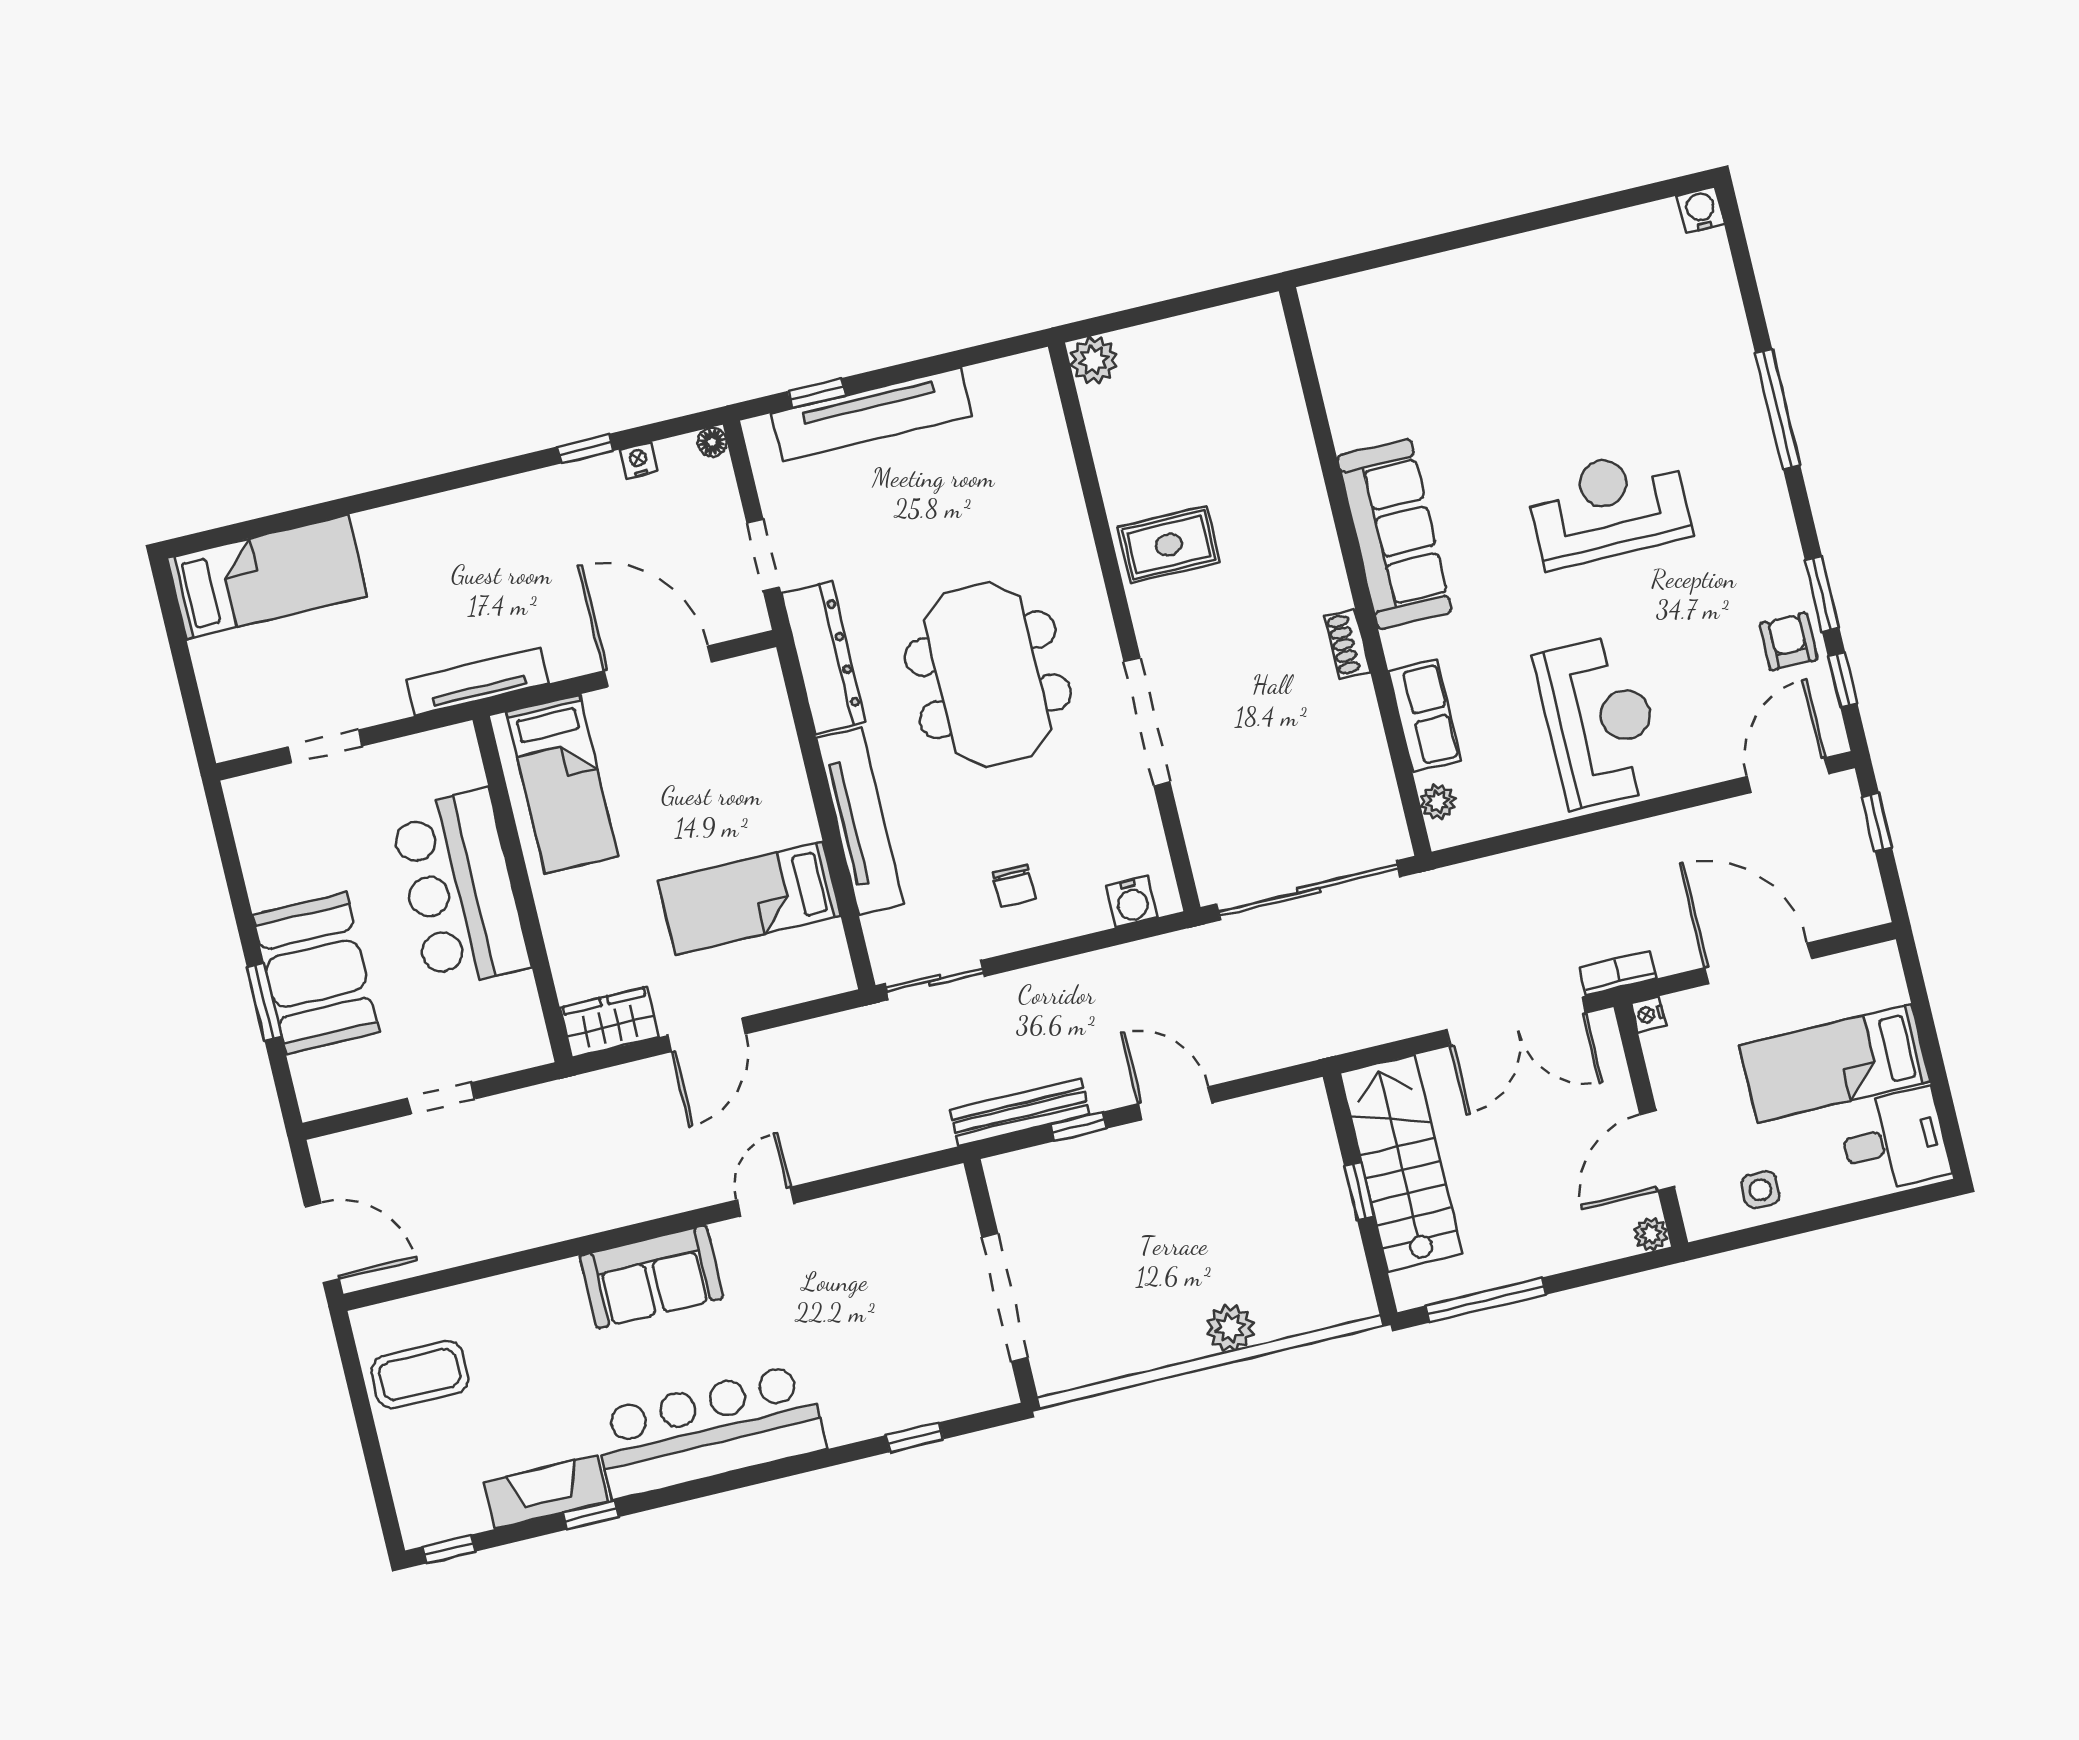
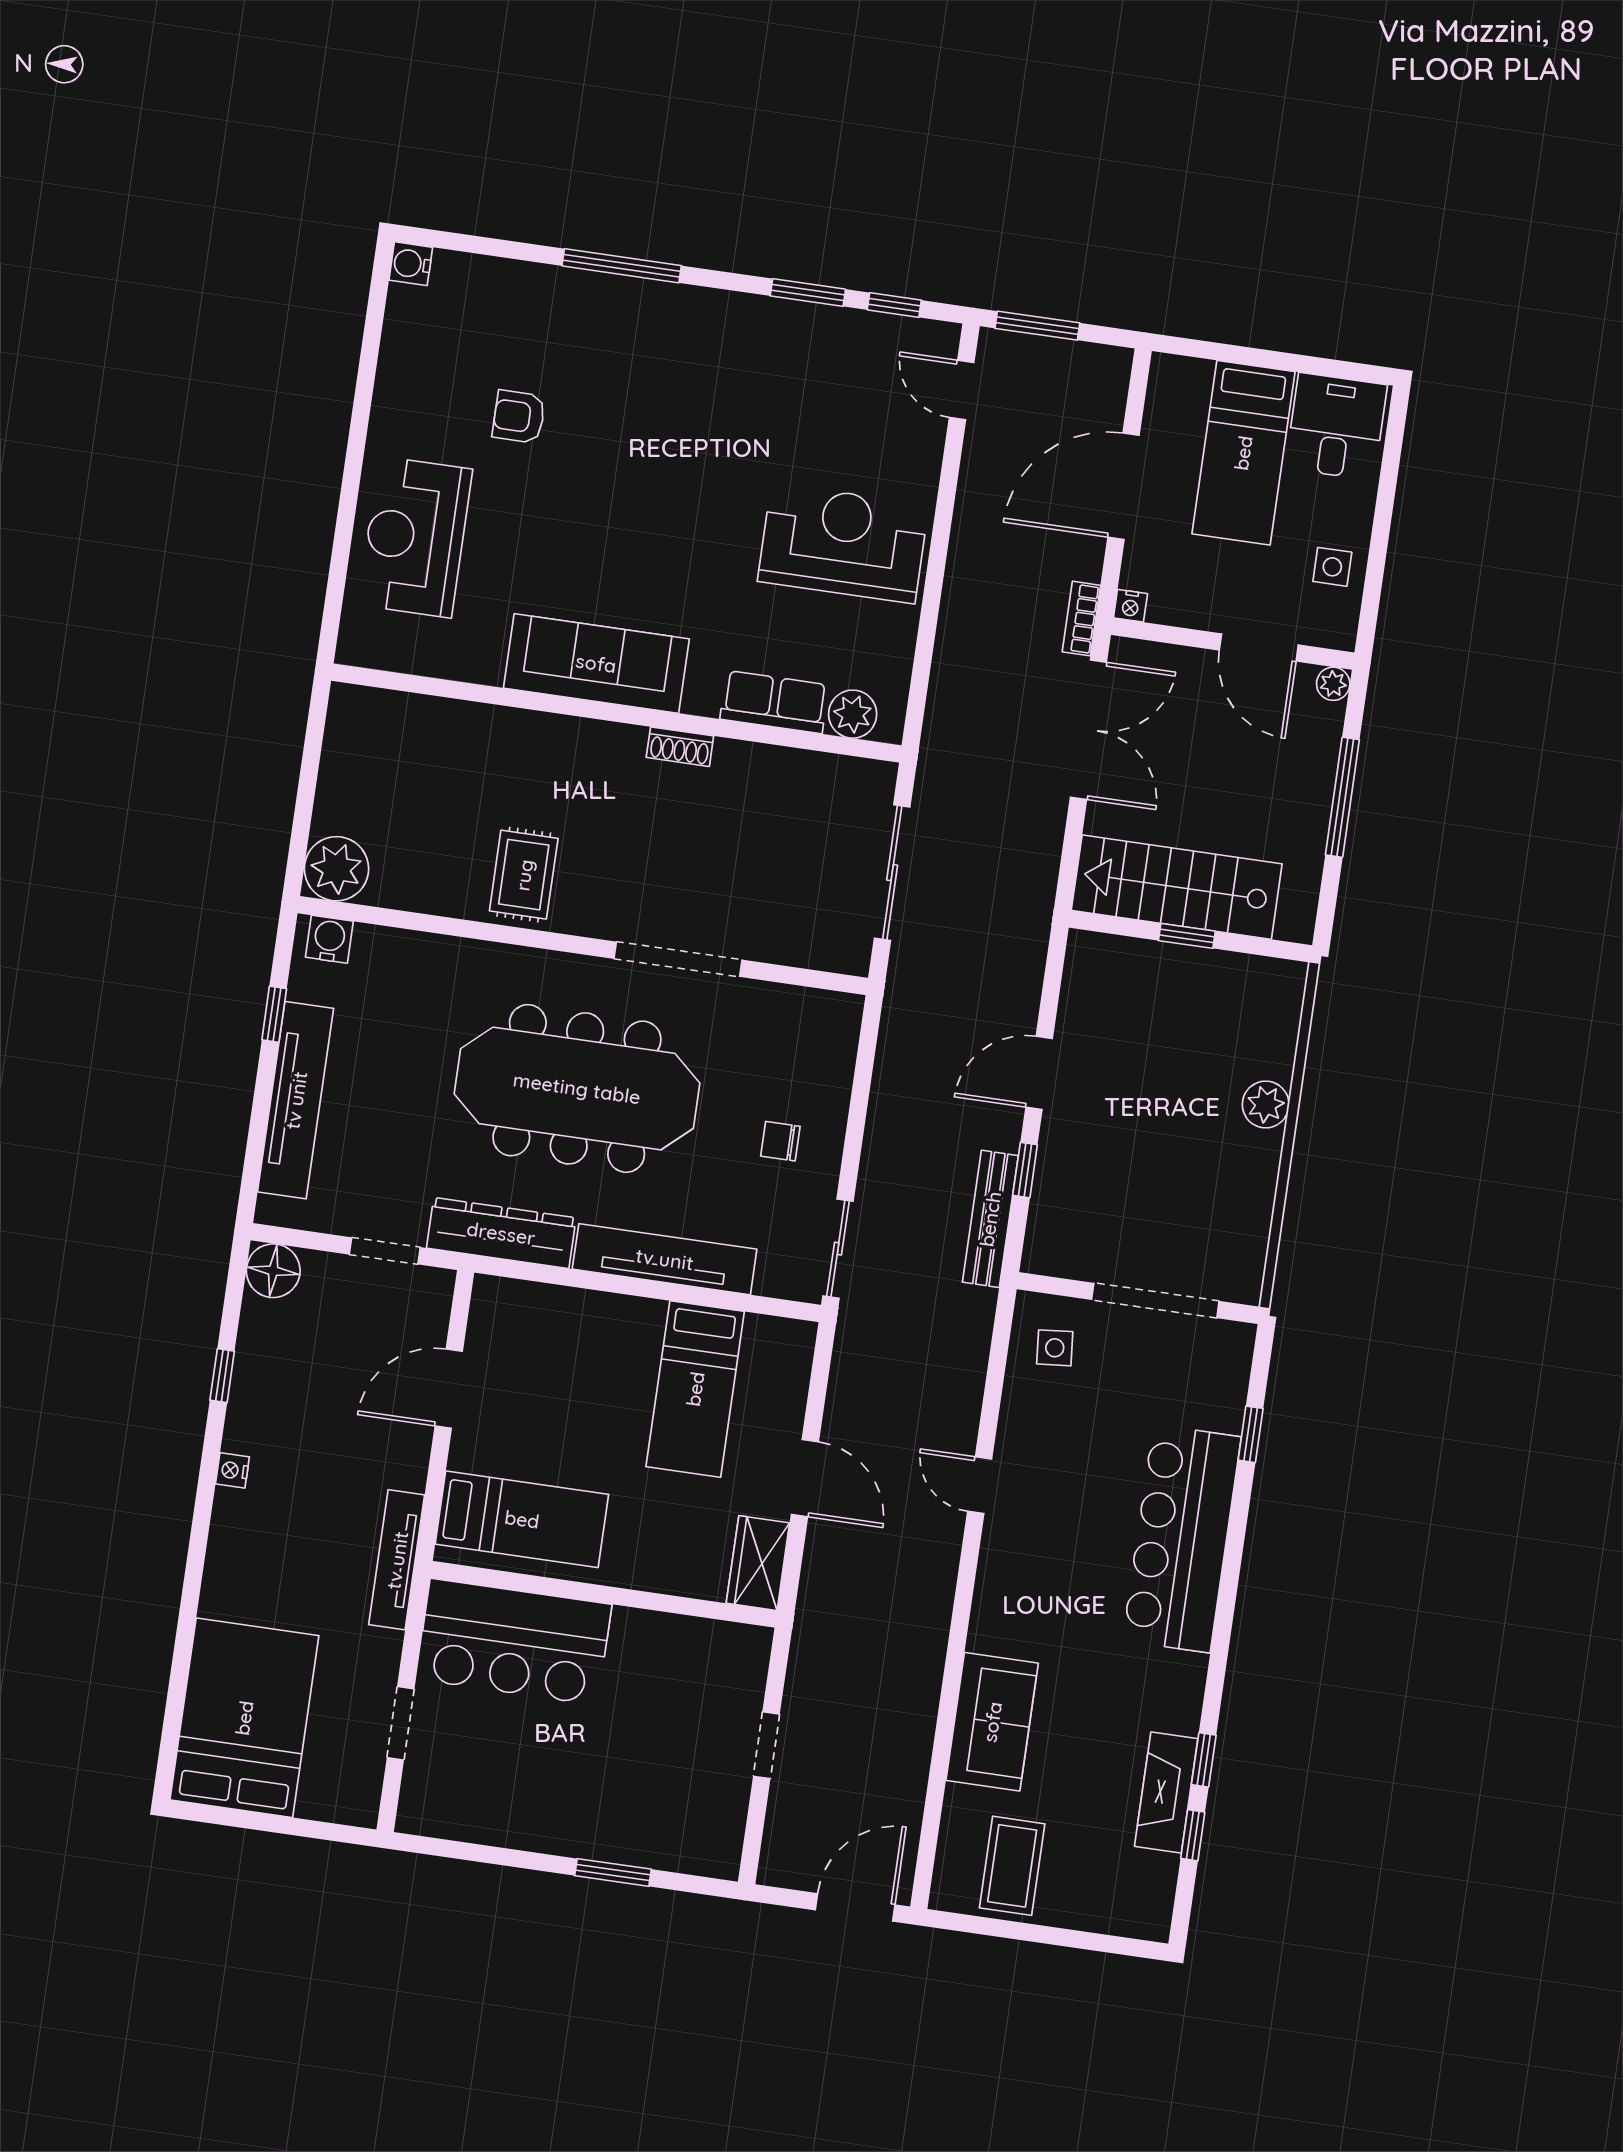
plant: (1094, 360) -> (336, 869), width x1.36, depth x1.36
window: (817, 393) -> (274, 1014), moved
floor lamp: (712, 442) -> (273, 1271), width x1.89, depth x1.89
nightstand: (639, 460) -> (232, 1470), moved
reception desk: (1609, 508) -> (415, 537), moved
bed: (267, 577) -> (244, 1718), width x1.50
armchair: (1789, 641) -> (519, 417), moved
door: (658, 667) -> (449, 1389), width x0.73
meeting table: (988, 675) -> (577, 1088), width x1.36
door: (1788, 775) -> (962, 390), width x0.73
plant: (1438, 802) -> (853, 714), width x1.38, depth x1.38
window: (1877, 822) -> (1037, 326), width x1.50
chair: (1014, 886) -> (780, 1141), turned 180
bar counter: (460, 889) -> (514, 1642), moved
sliding door: (1308, 890) -> (892, 873), width x0.73
water cooler: (1132, 901) -> (329, 939), moved, turned -90
booth: (316, 974) -> (606, 1814), removed
side table: (923, 1221) -> (1055, 1348), added
sofa: (652, 1277) -> (992, 1722), moved
window: (1486, 1300) -> (1342, 797), moved
bar counter: (709, 1431) -> (1182, 1539), moved
window: (449, 1549) -> (1193, 1835), moved

